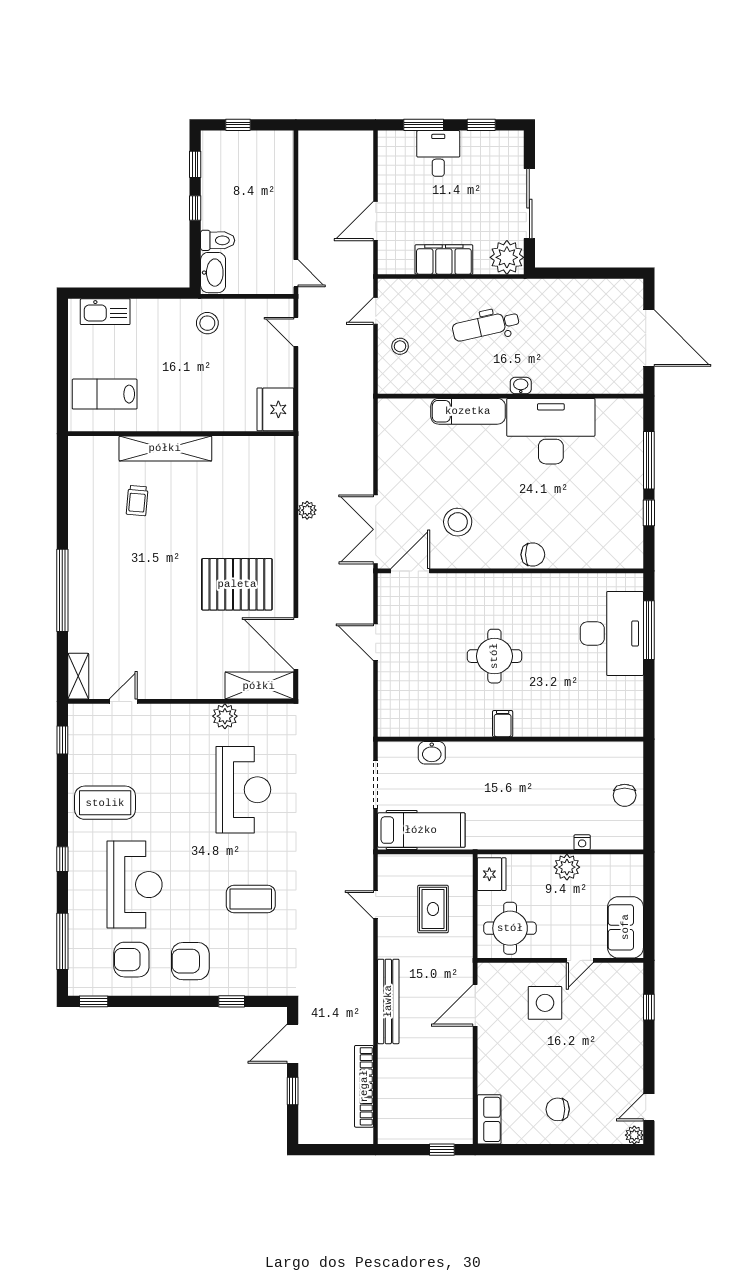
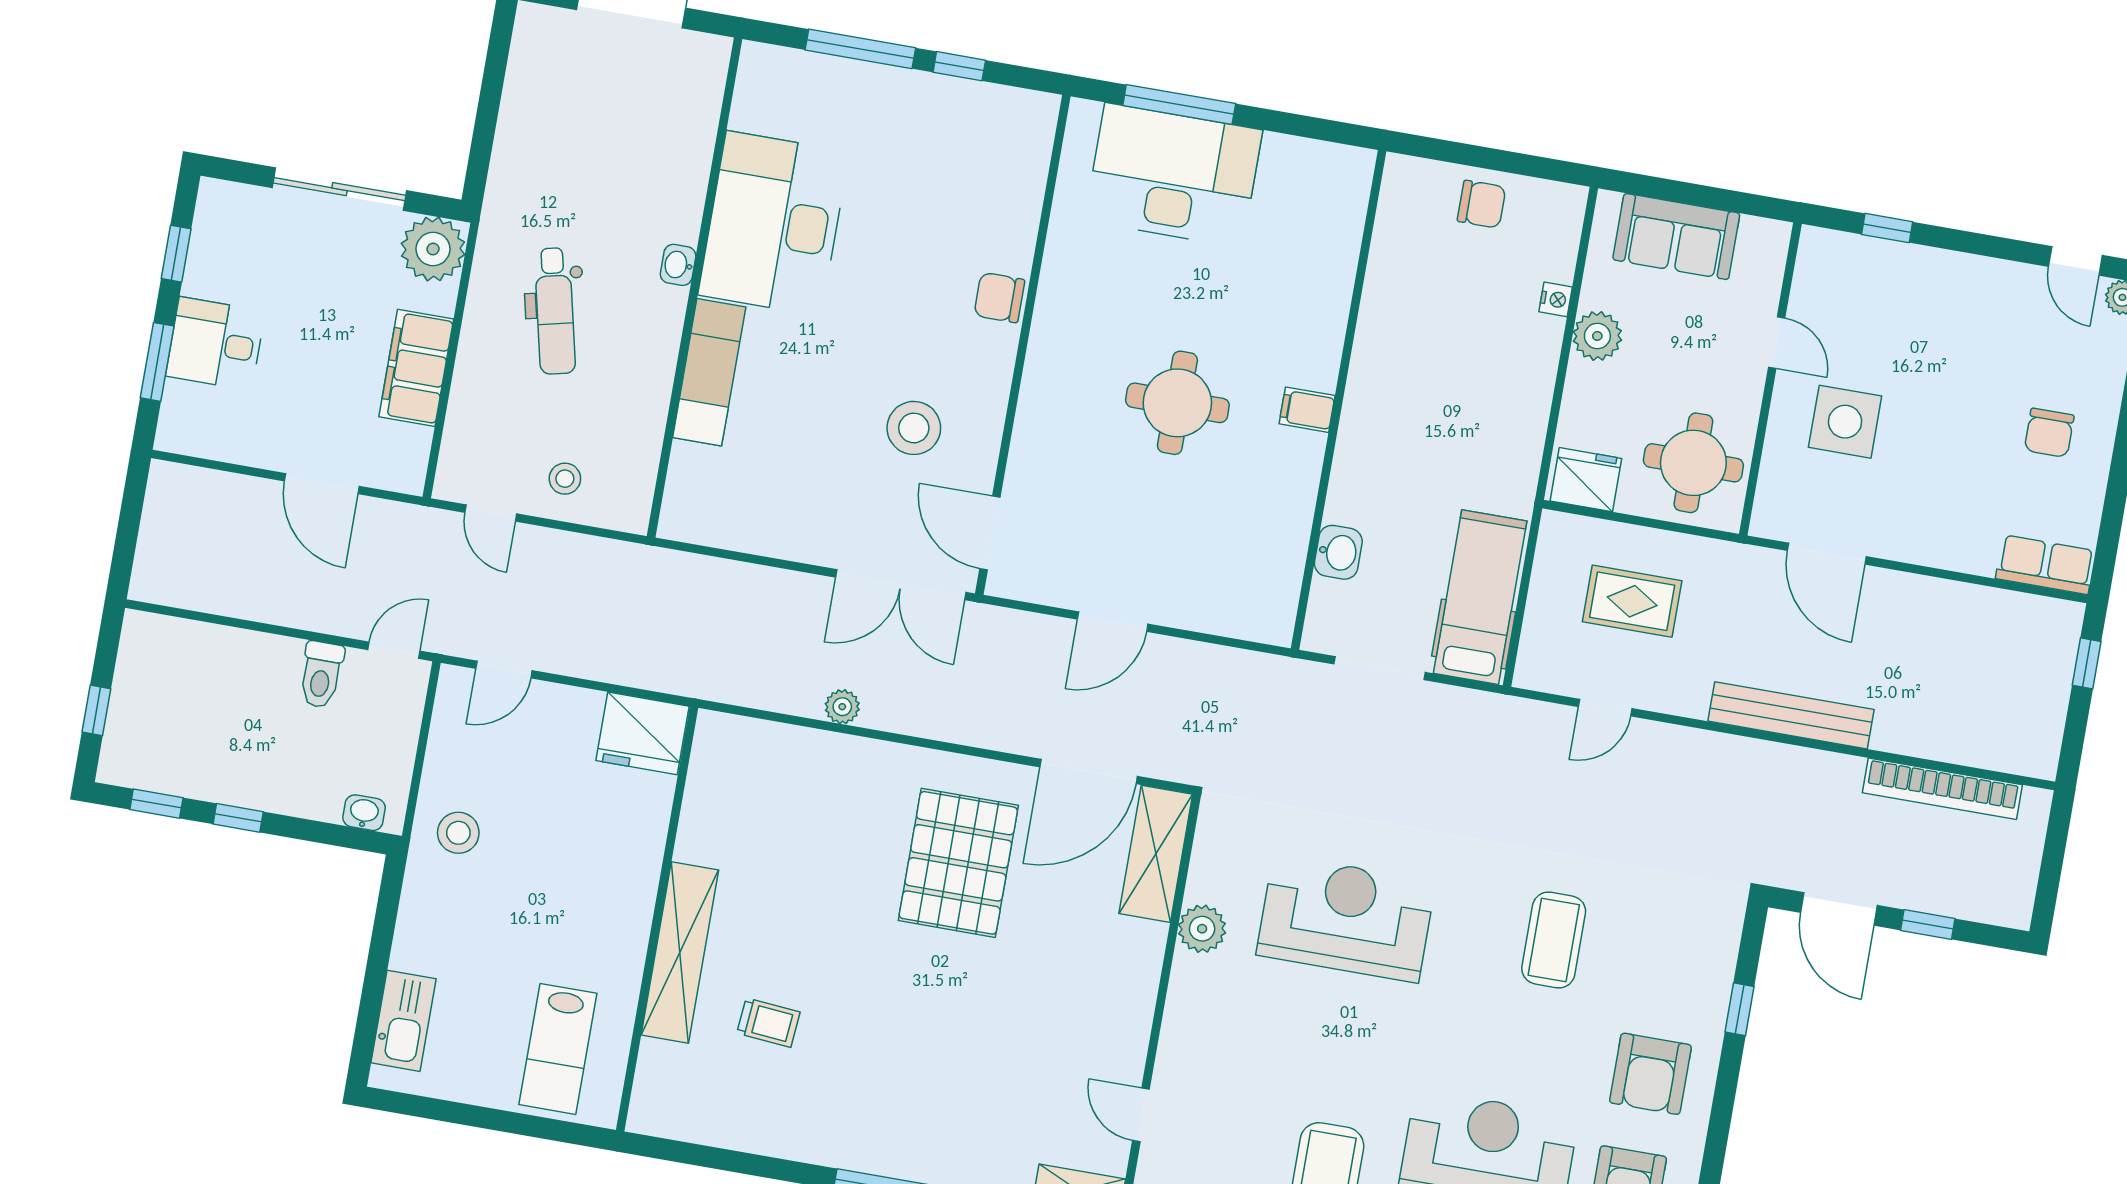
toilet: (218, 240) -> (321, 675), moved, turned 180
washbasin: (213, 273) -> (364, 813), width x0.52, depth x0.69
chair: (533, 555) -> (999, 298), turned -90
sofa: (625, 927) -> (1676, 236), moved

